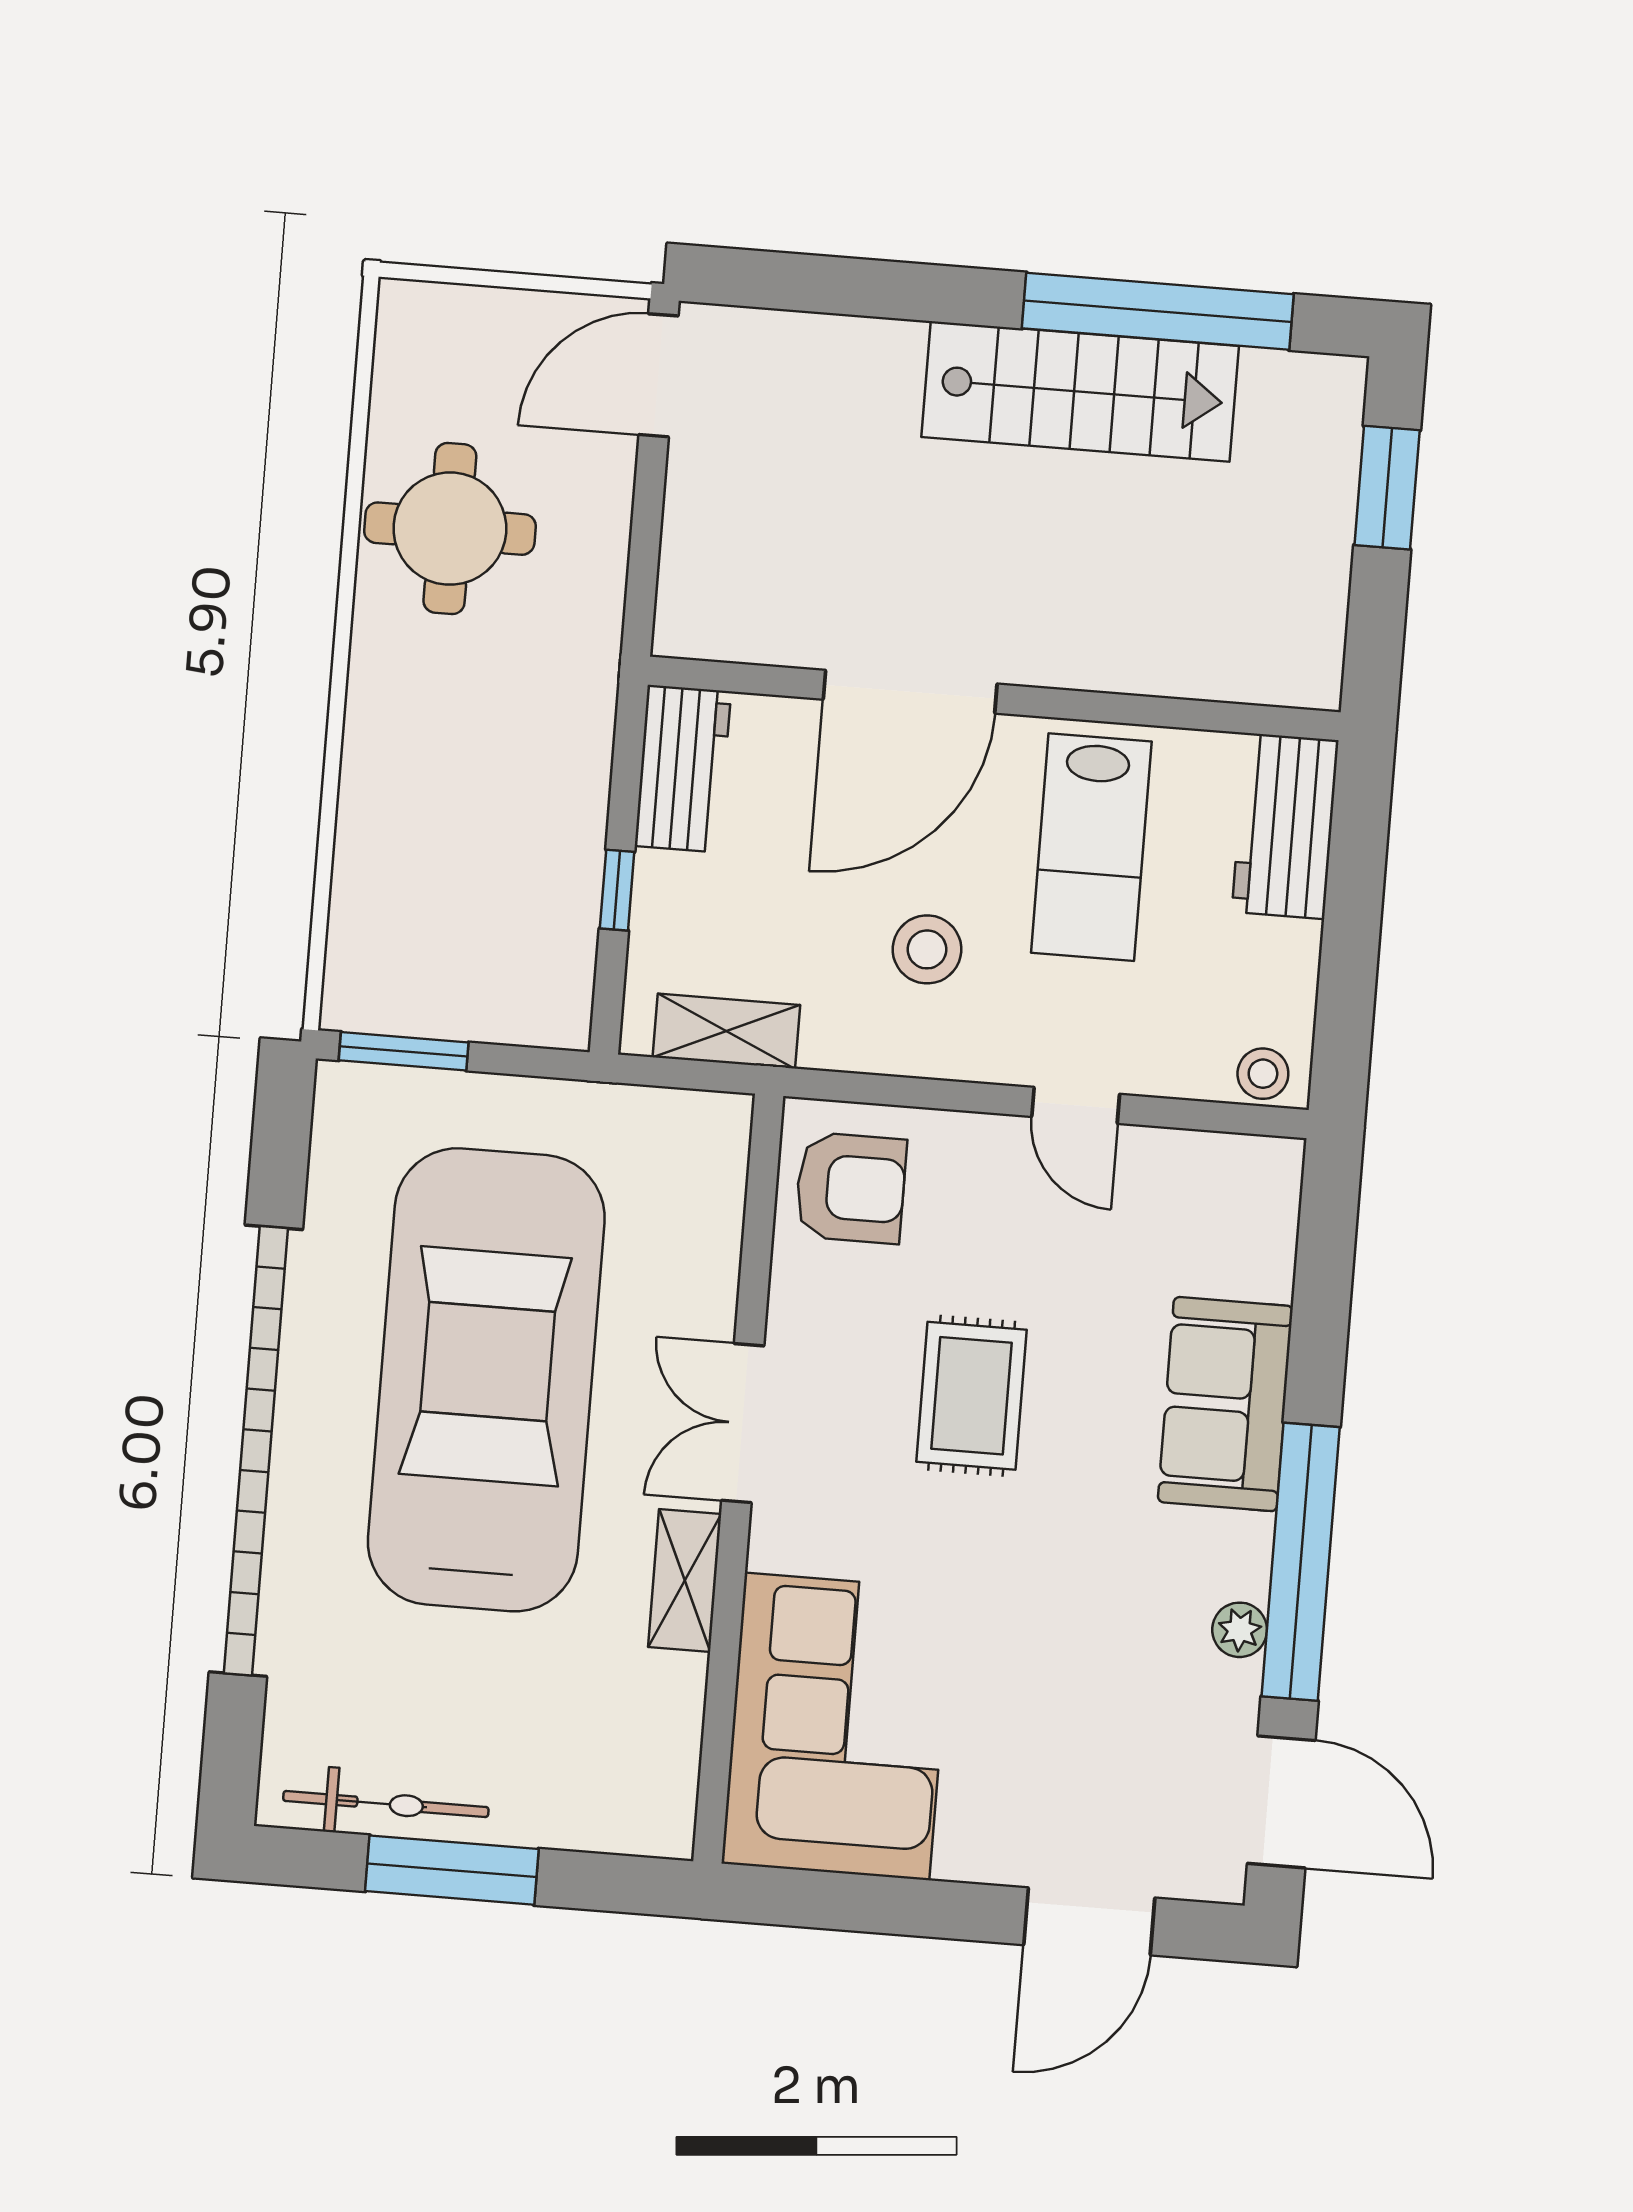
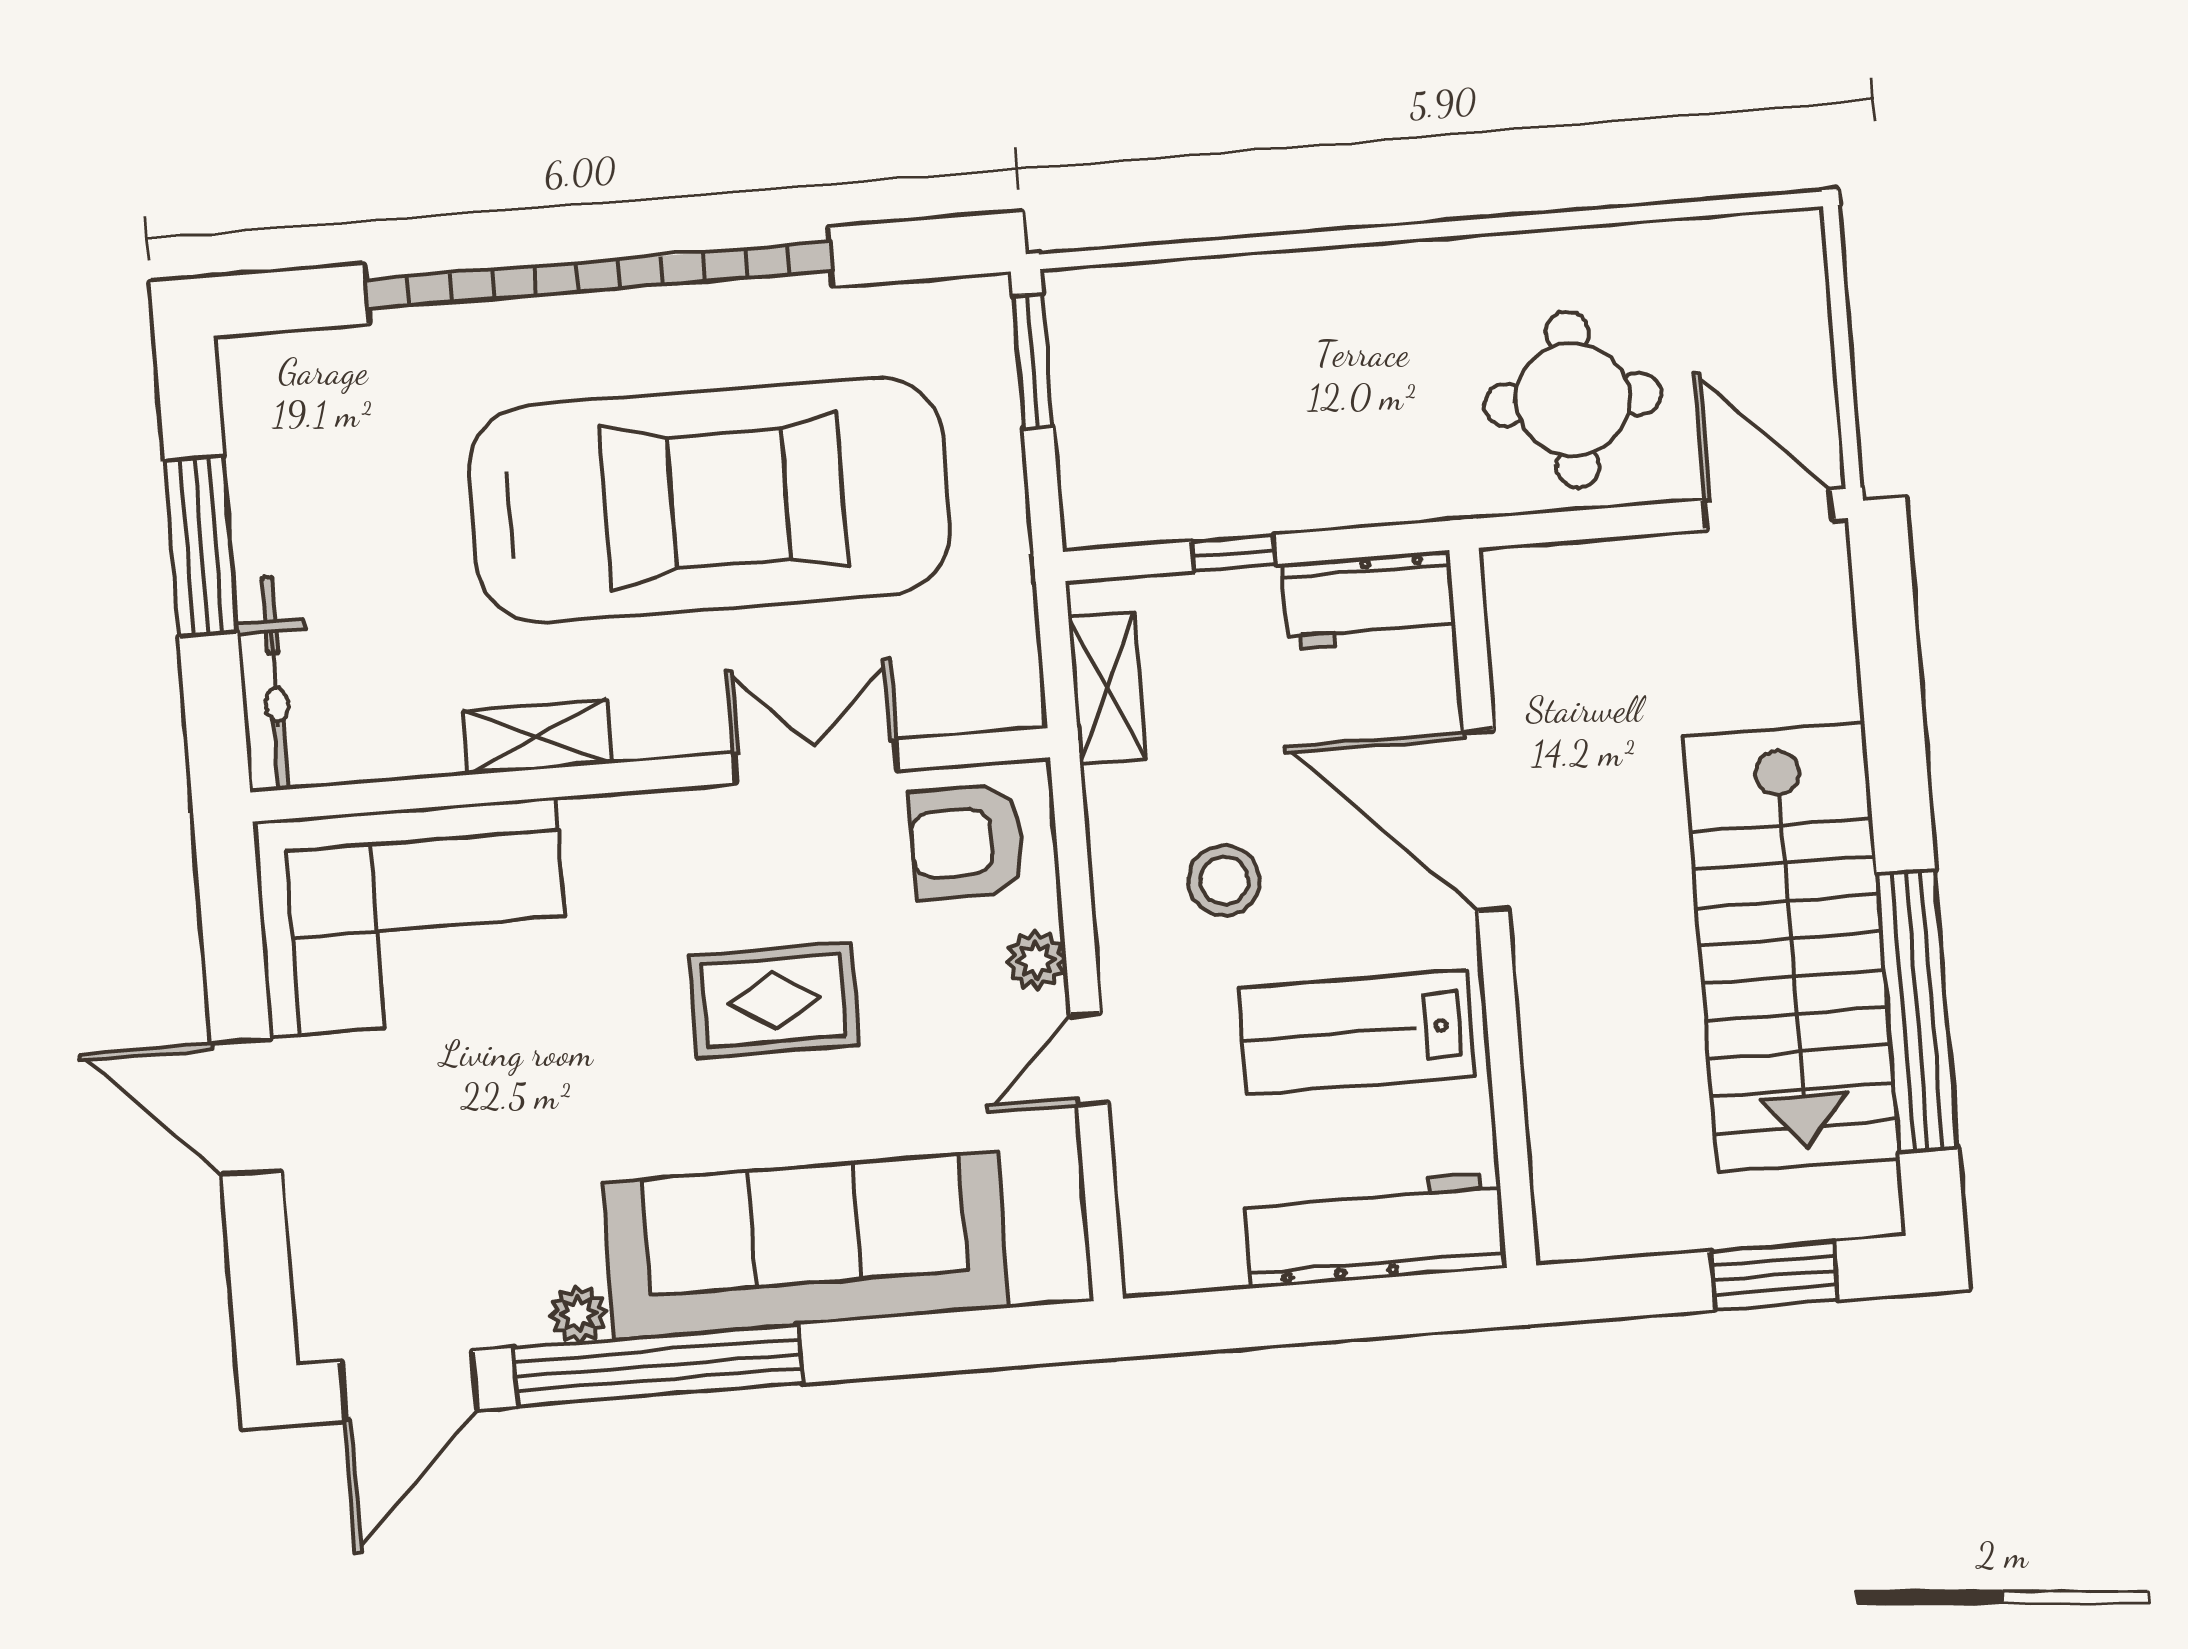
stairs: (1080, 392) -> (1791, 947), width x1.36, depth x1.51
round table: (450, 529) -> (1573, 399), moved
workbench: (1285, 826) -> (1375, 1230), width x1.38
stool: (1263, 1074) -> (1153, 1246), removed
plant: (974, 1140) -> (1036, 960), added
armchair: (851, 1188) -> (967, 842), turned 90
sofa: (1225, 1404) -> (806, 1245), width x1.85, depth x1.27
double door: (743, 1423) -> (816, 762), moved
bicycle: (386, 1804) -> (275, 683), moved
door: (1089, 1921) -> (246, 1107), moved

